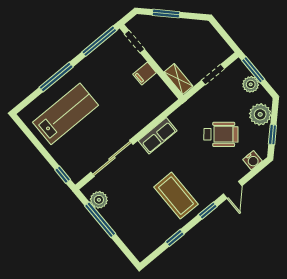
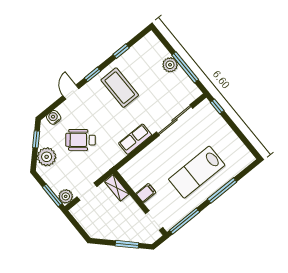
plant: (251, 84) -> (66, 196), moved
lab bench: (66, 114) -> (197, 172), moved
plant: (99, 200) -> (170, 65), moved

